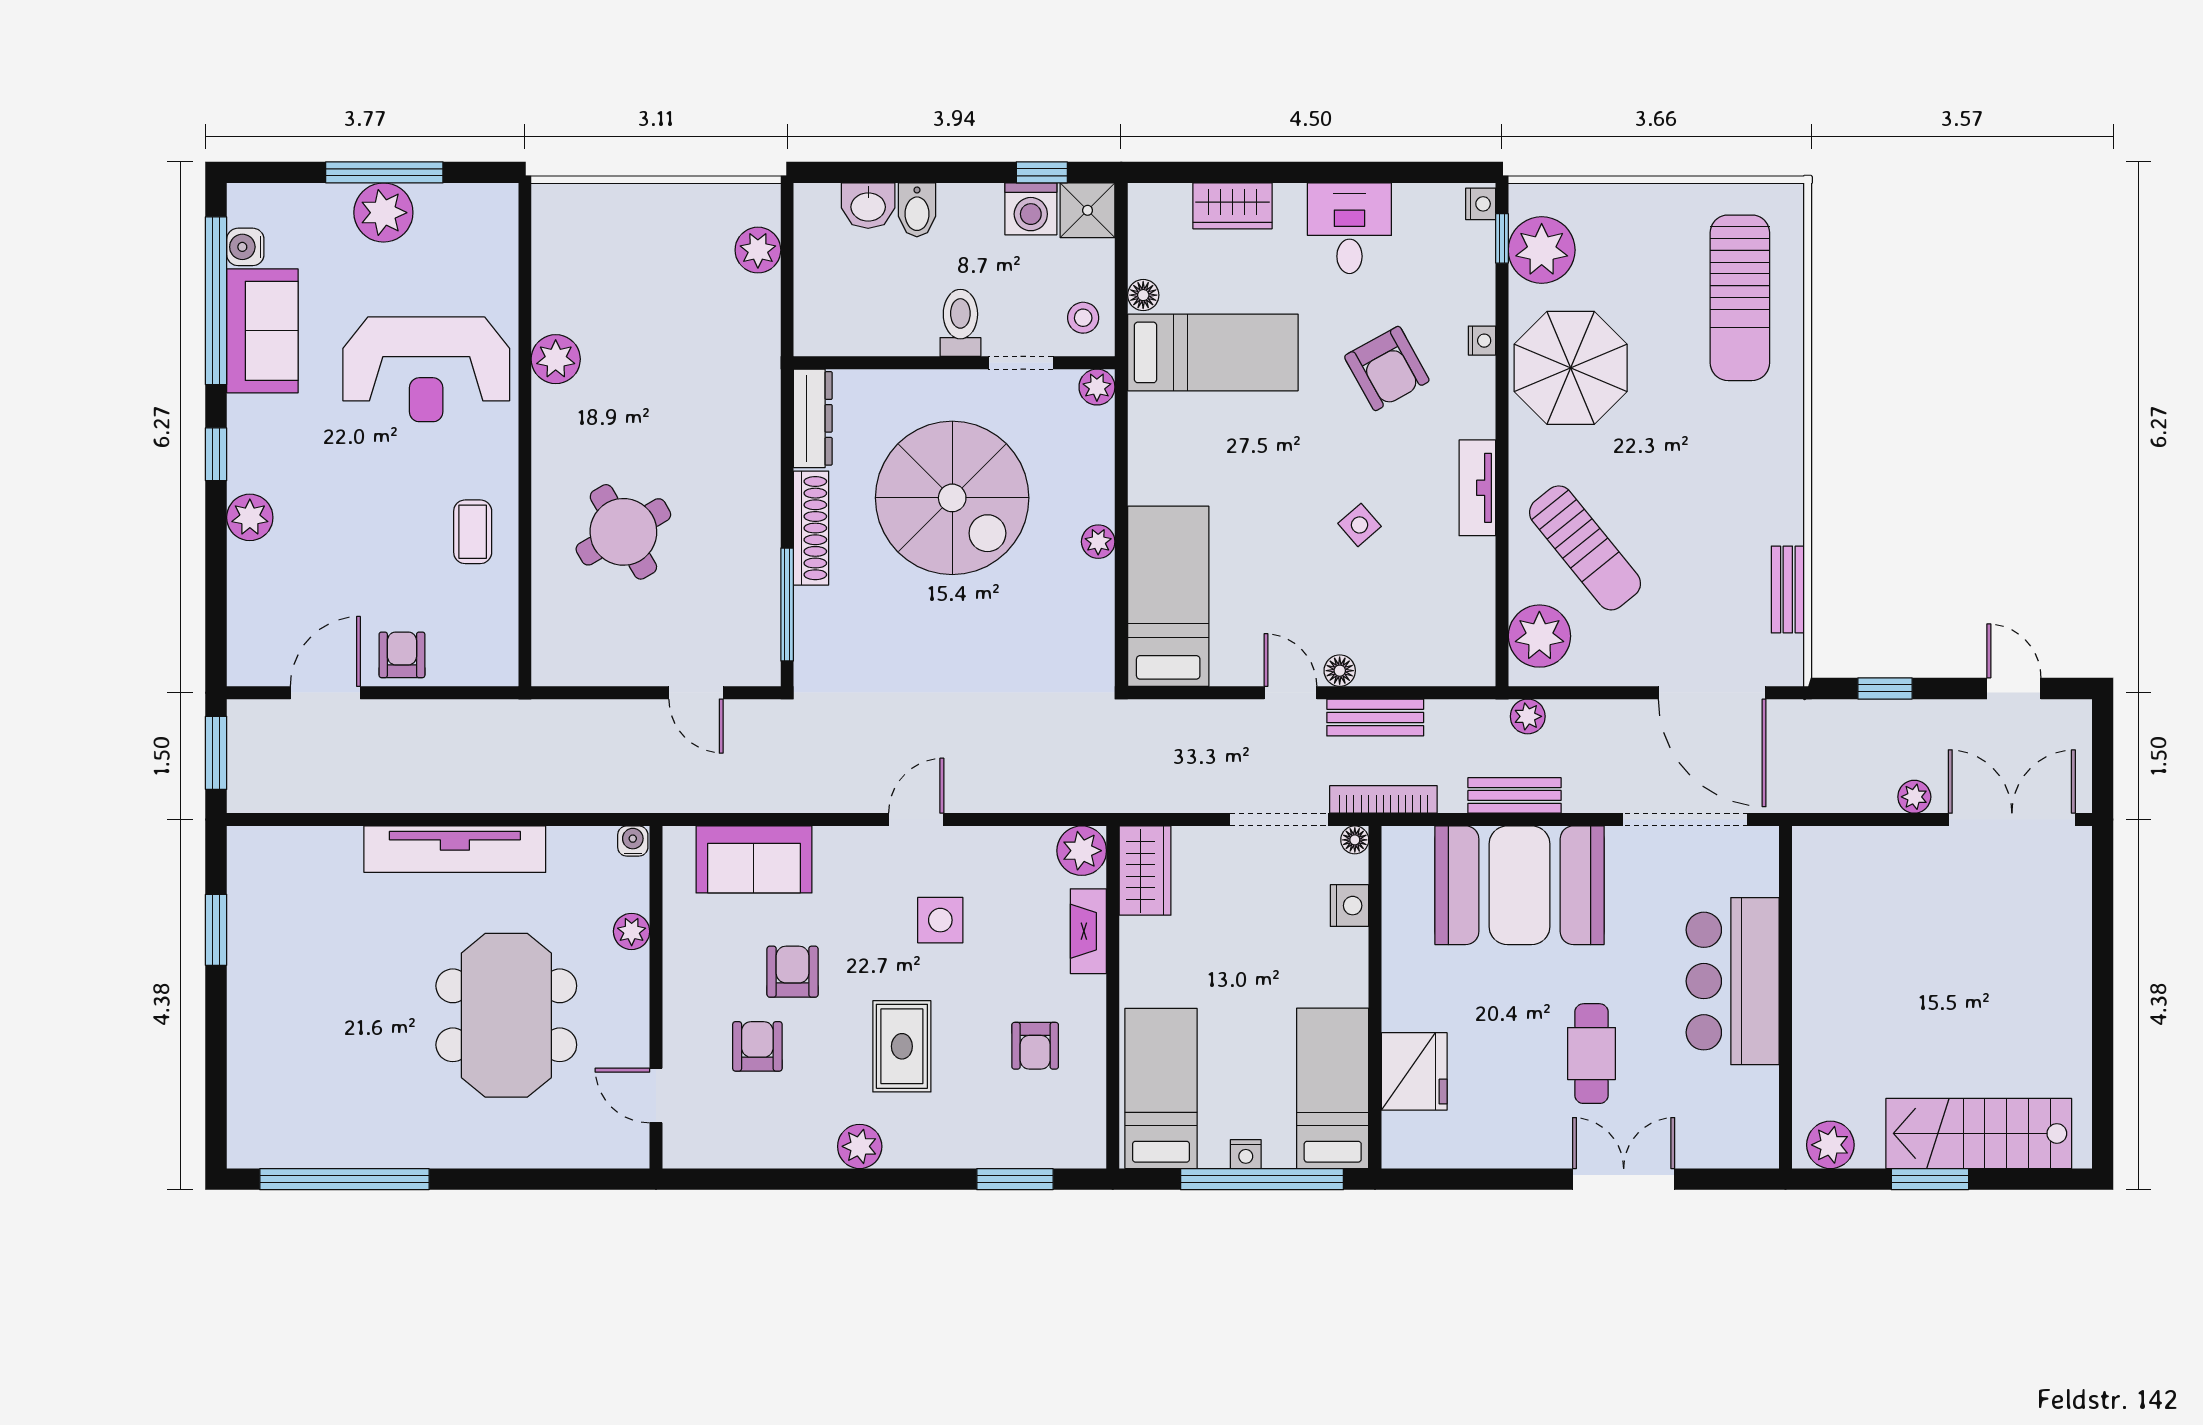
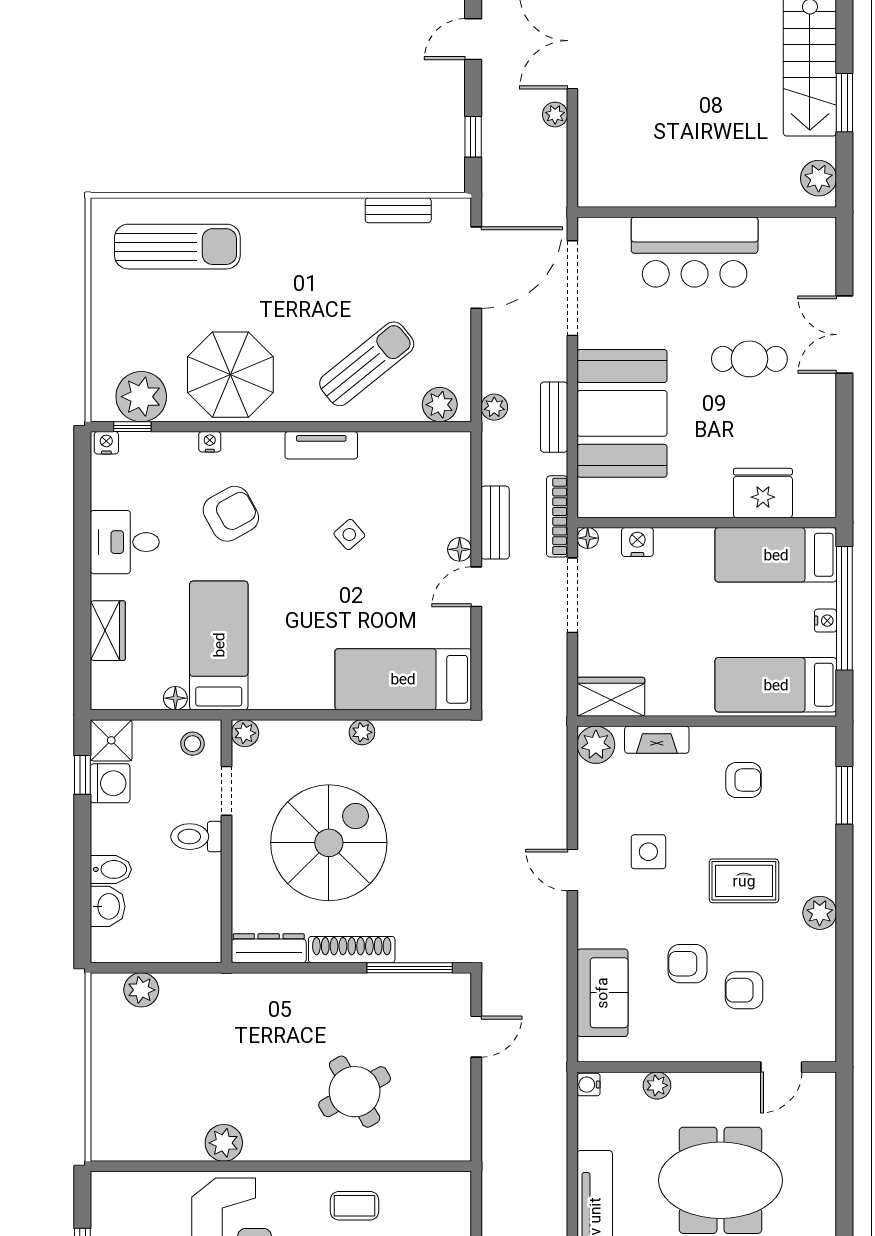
plant: (1539, 636) -> (440, 405), width x0.73, depth x0.73

